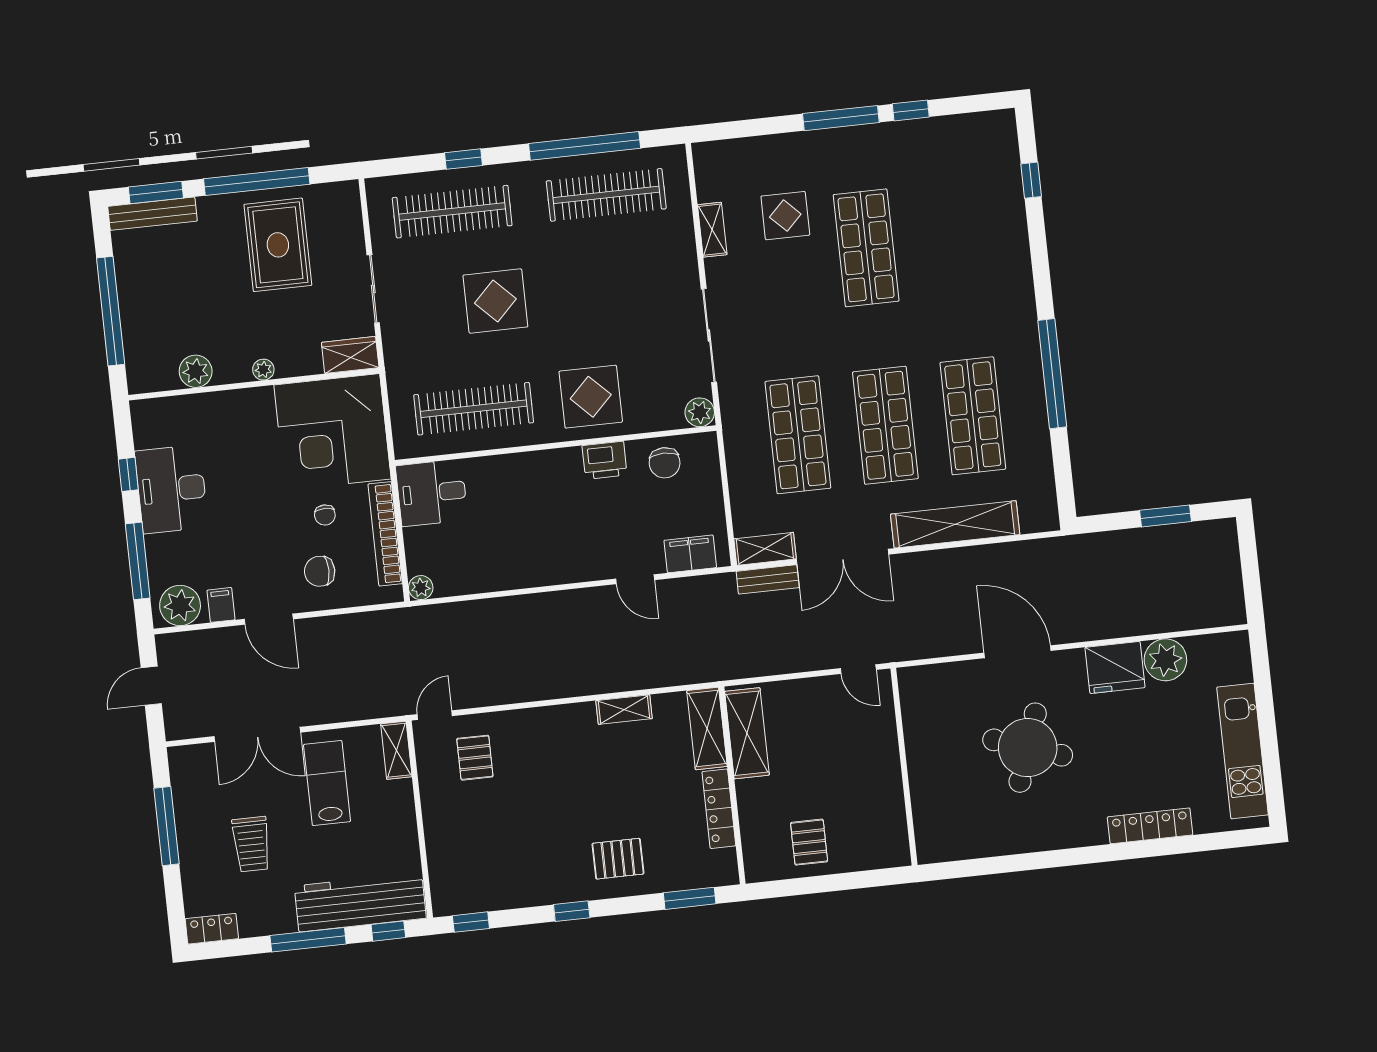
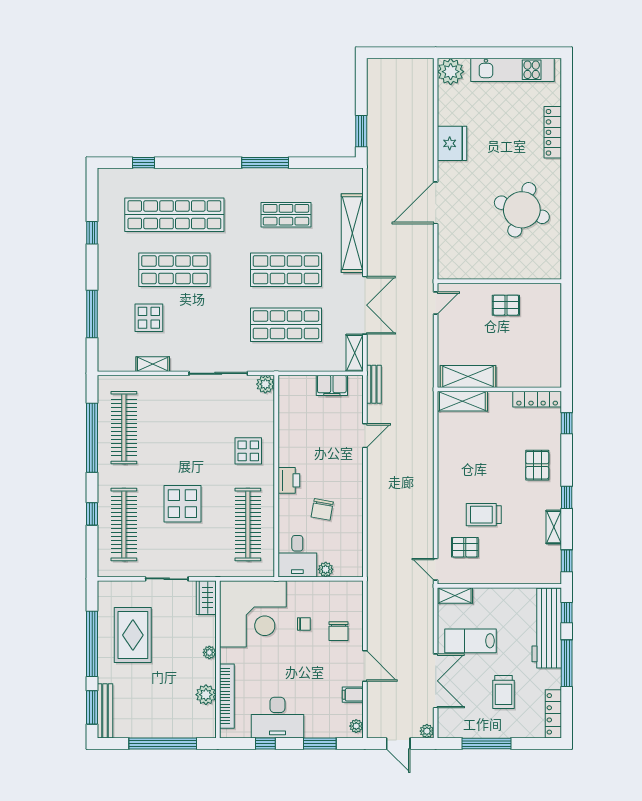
window: (841, 118) -> (92, 314), moved
shop shelf: (954, 238) -> (174, 215), added
rug: (278, 245) -> (133, 635), turned 90
window: (1052, 374) -> (265, 163), width x0.68
display table: (591, 397) -> (248, 451), width x0.73, depth x0.73
shop shelf: (973, 416) -> (286, 215), width x0.70, depth x0.74
printer: (605, 460) -> (289, 480), moved
chair: (665, 463) -> (322, 509), moved, turned 100
window: (1166, 516) -> (361, 131), moved
bookcase: (385, 534) -> (227, 696), moved, turned -90
filing cabinet: (690, 554) -> (332, 385), moved, turned -90
window: (138, 561) -> (320, 743), width x0.69
bench: (768, 579) -> (374, 384), moved
plant: (421, 588) -> (326, 569), moved
plant: (180, 605) -> (356, 726), width x0.53, depth x0.53
door: (269, 619) -> (365, 666), hinge flipped
plant: (1165, 660) -> (451, 72), moved
shelving: (624, 710) -> (554, 527), moved
plant: (176, 729) -> (427, 731), added
round table: (1028, 748) -> (522, 210), moved
trolley: (530, 782) -> (484, 515), added
locker: (719, 809) -> (537, 399), moved
pallet: (809, 842) -> (506, 305), moved
trolley: (251, 844) -> (503, 692), turned 90
window: (690, 898) -> (567, 423), width x0.67
locker: (212, 929) -> (553, 714), width x1.53

